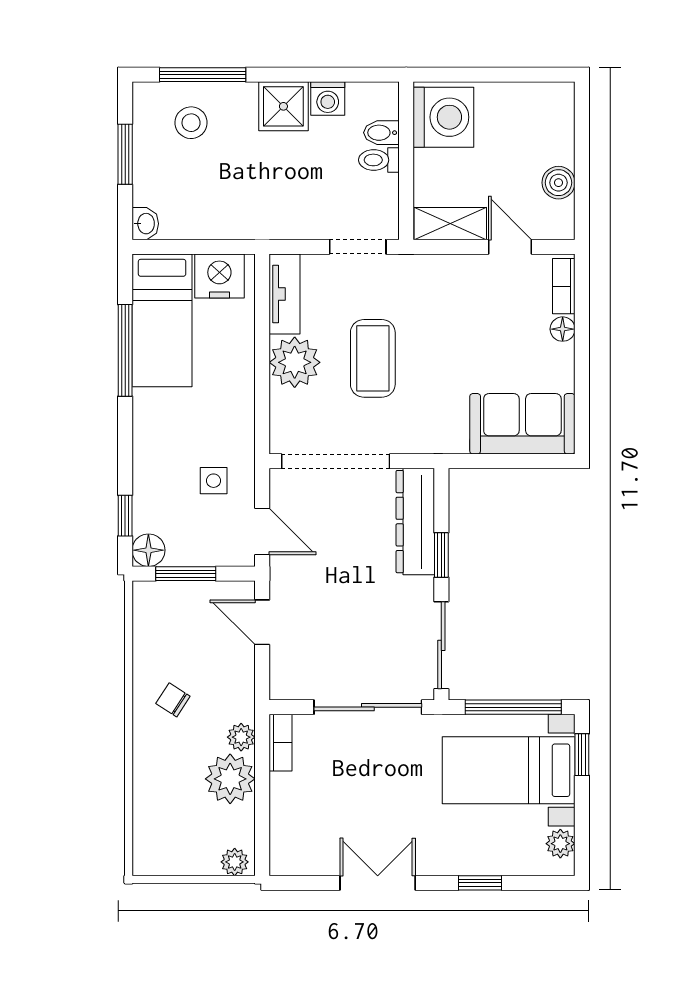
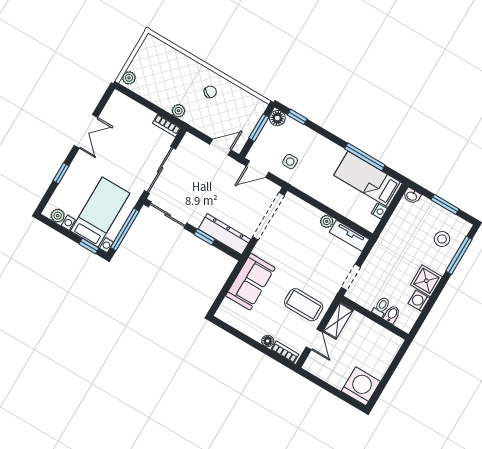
washing machine: (443, 117) -> (361, 386), moved, turned 180
boiler: (559, 183) -> (329, 375), removed
door: (510, 247) -> (314, 339), hinge flipped
nightstand: (219, 276) -> (379, 211), width x0.53, depth x0.56
coffee table: (373, 358) -> (304, 305), moved
plant: (295, 362) -> (327, 221), width x0.53, depth x0.53
sofa: (522, 424) -> (250, 282), moved
plant: (230, 779) -> (164, 96), removed

